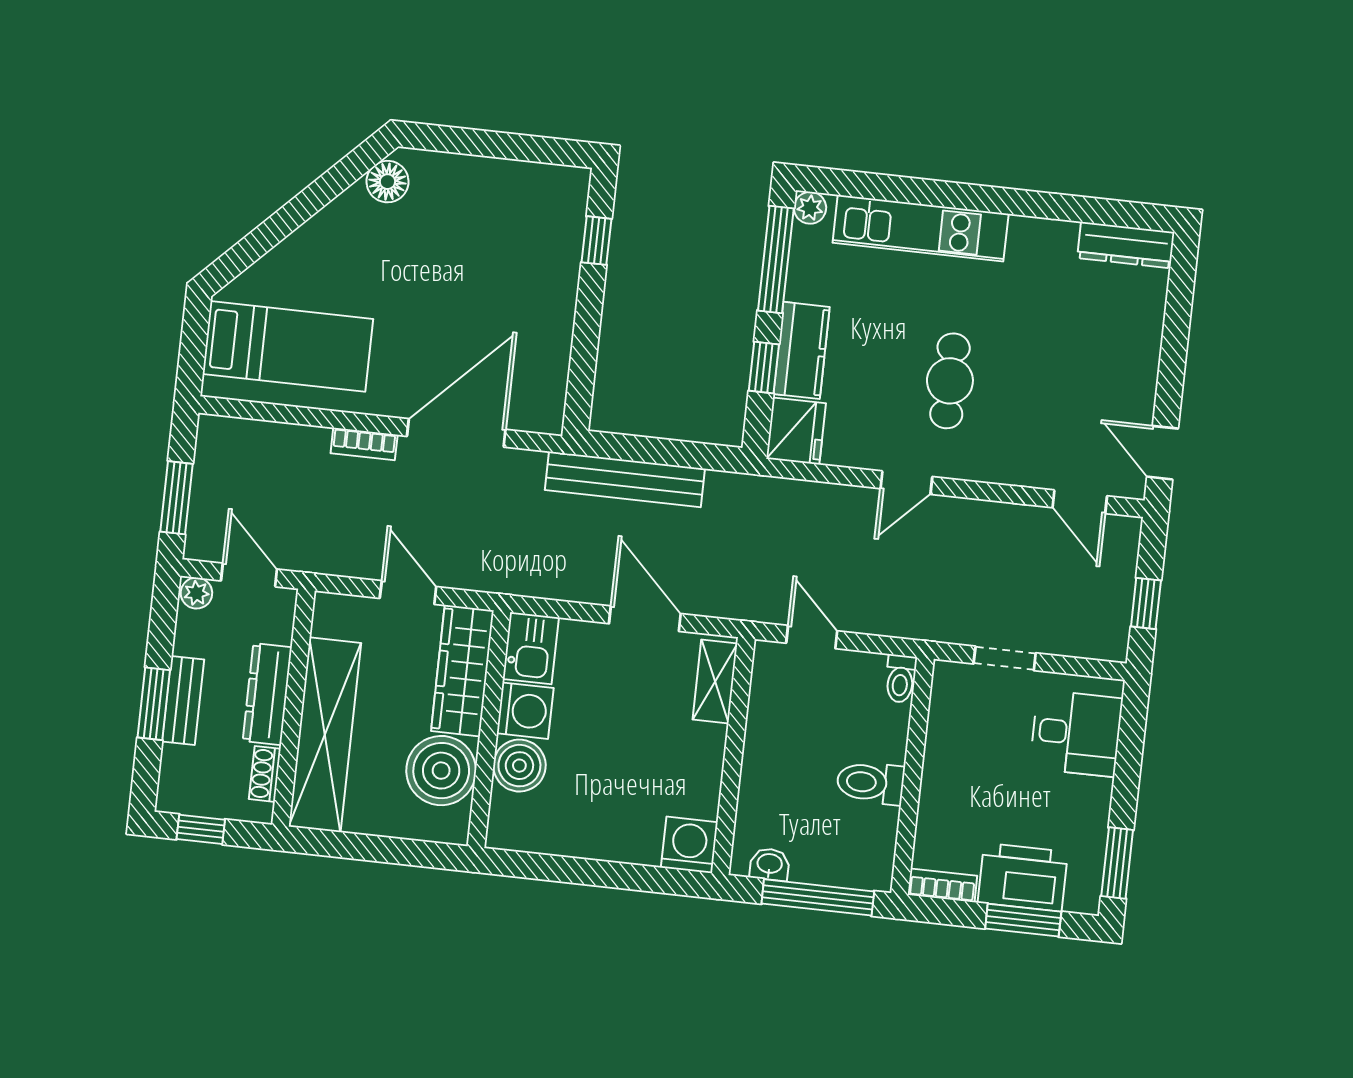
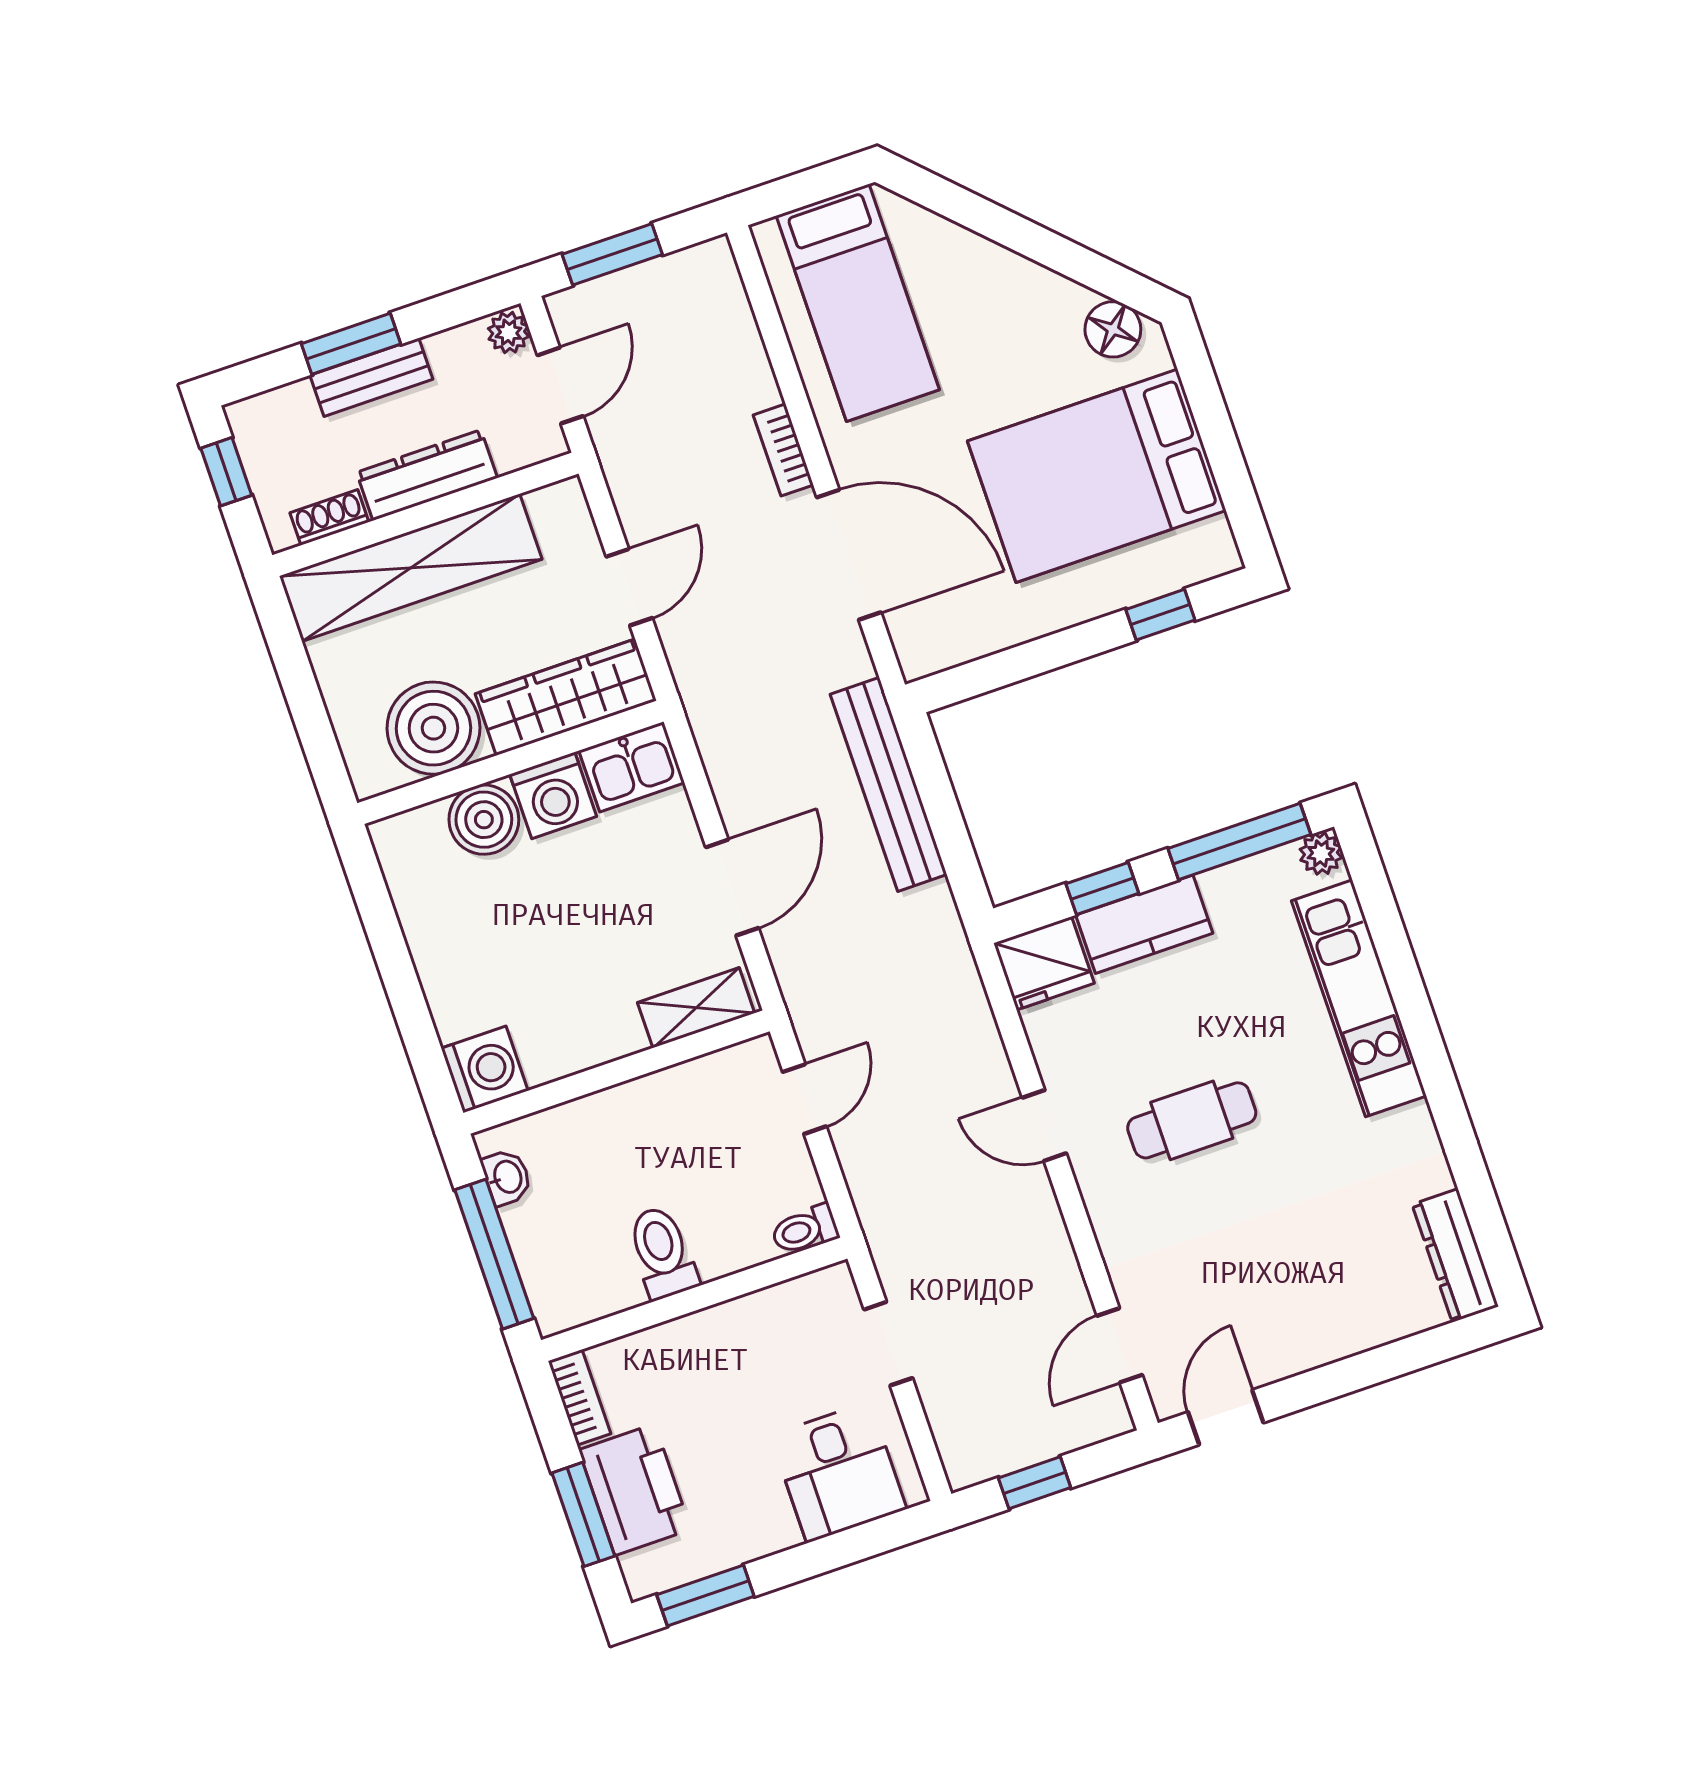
bed: (482, 239) -> (1097, 476), added

